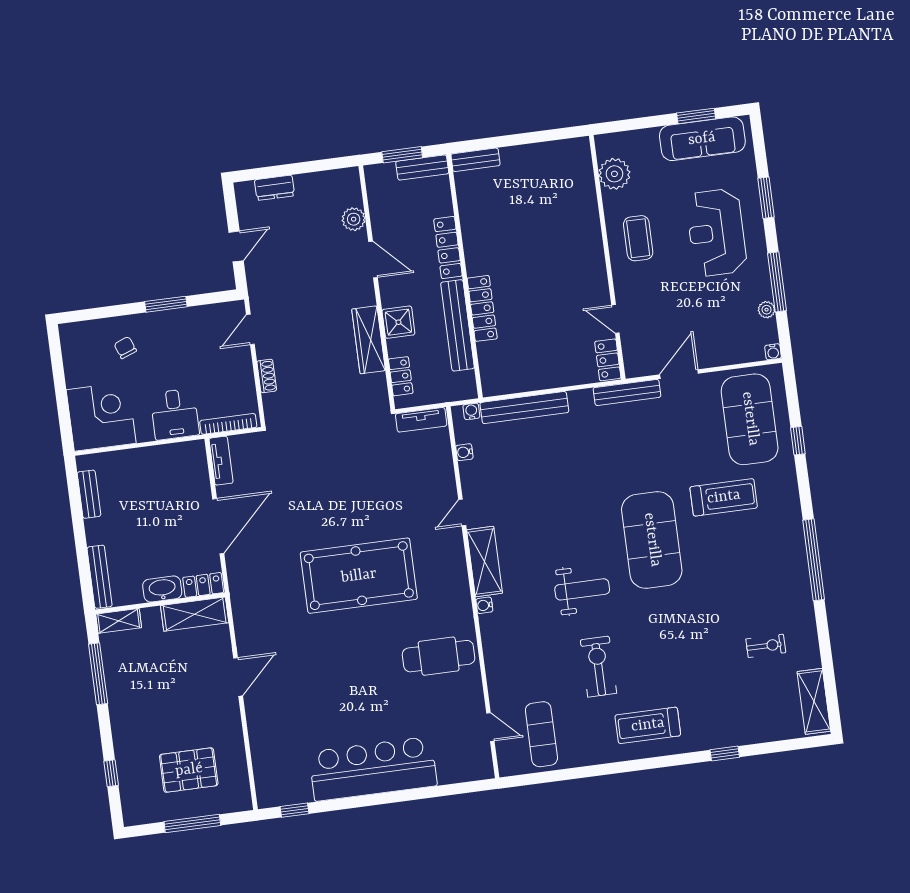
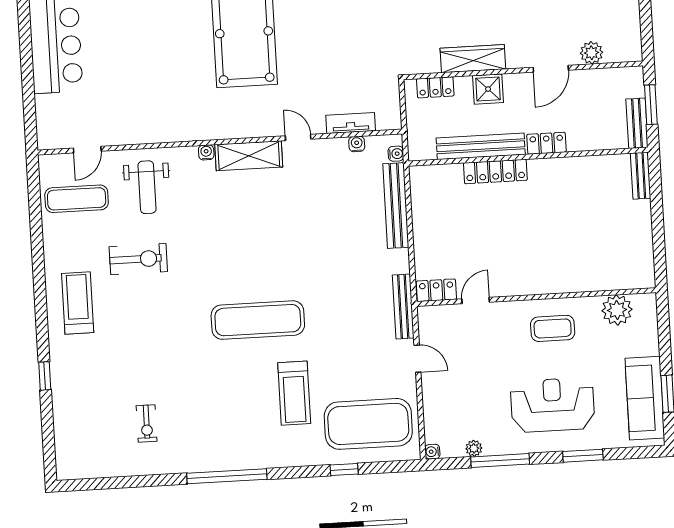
locker: (448, 248) -> (546, 143), width x0.66
door: (679, 374) -> (417, 359), width x0.73
tv unit: (421, 420) -> (351, 123), moved, turned 90
exercise mat: (652, 540) -> (258, 320), width x0.68
weight bench: (582, 589) -> (147, 187), moved
cafe table: (439, 656) -> (160, 104), removed
shelving: (814, 701) -> (89, 466), removed

